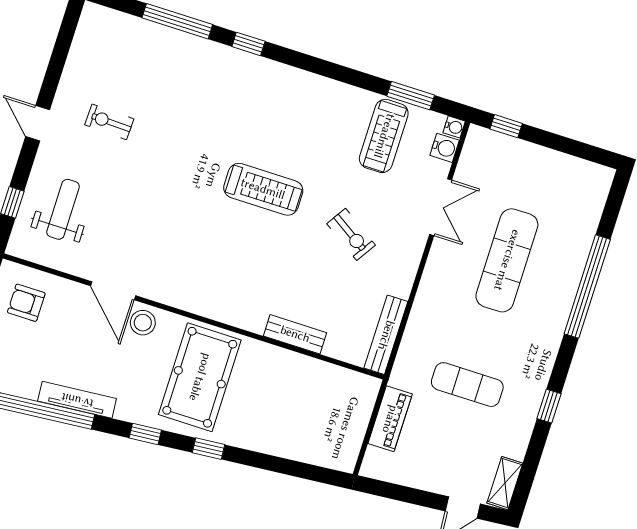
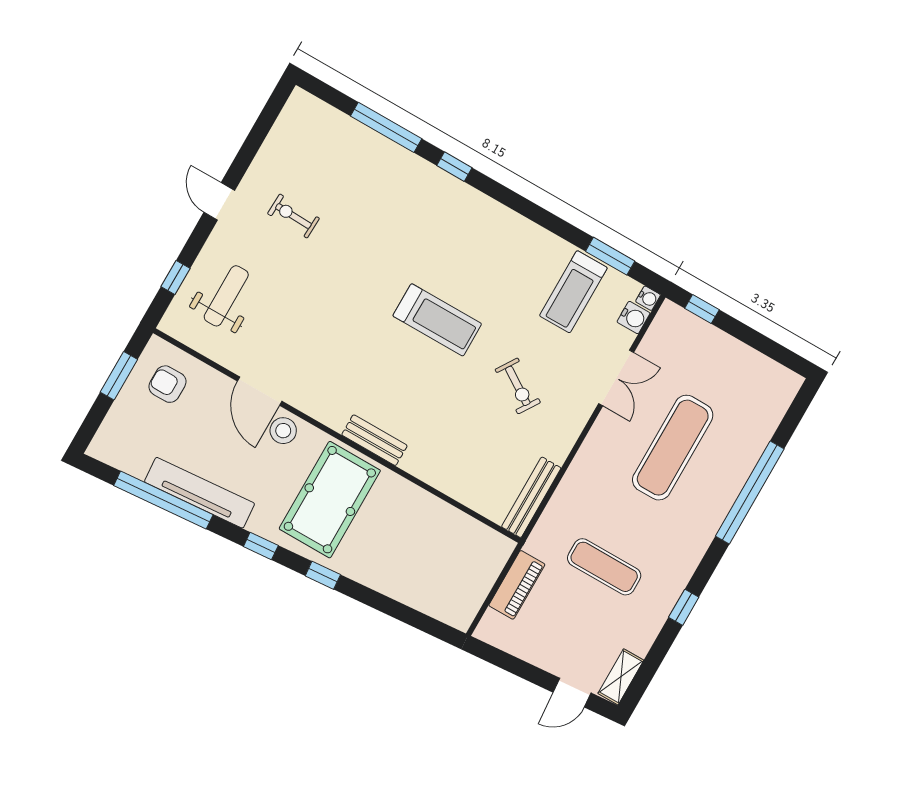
bench: (295, 334) -> (374, 440), moved
tv unit: (77, 400) -> (200, 493), width x1.36, depth x1.29

